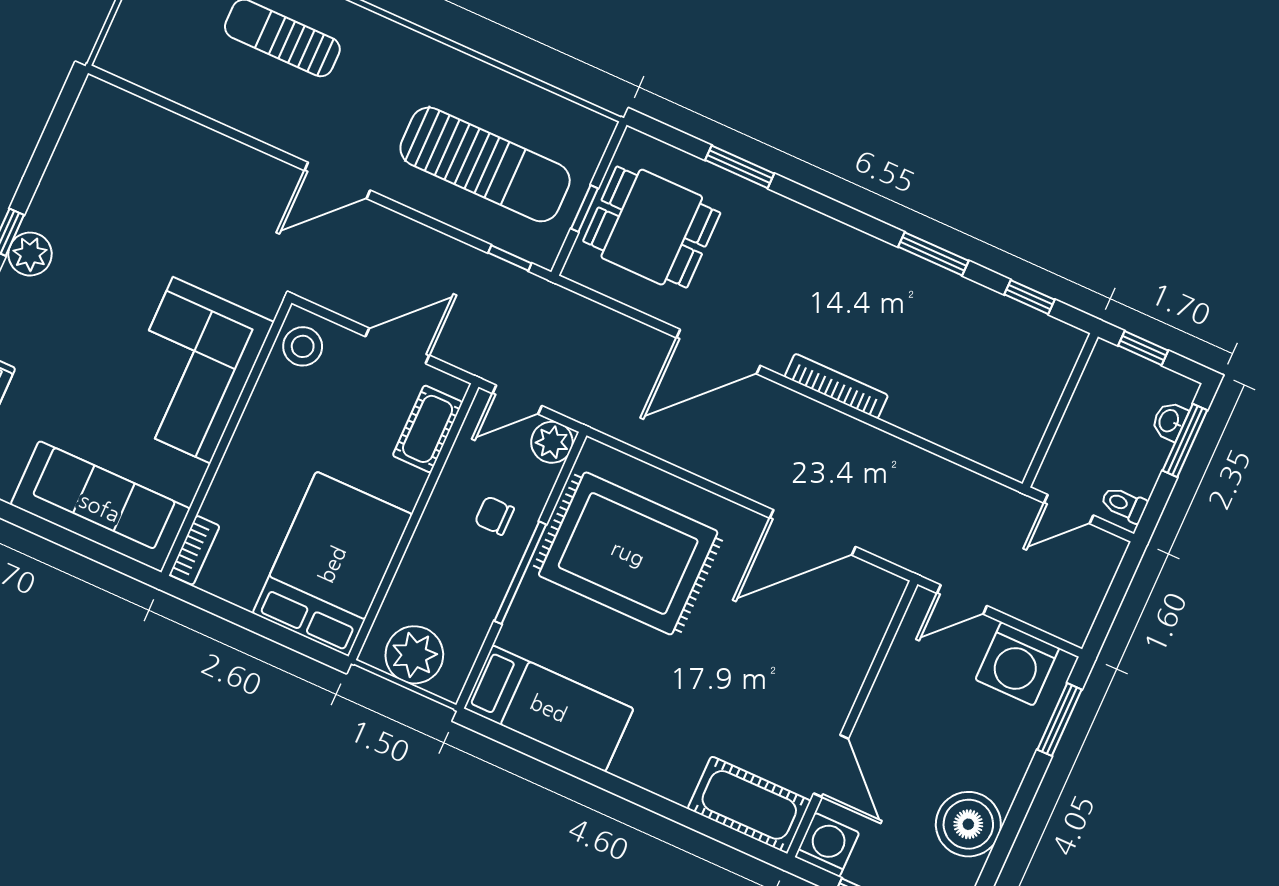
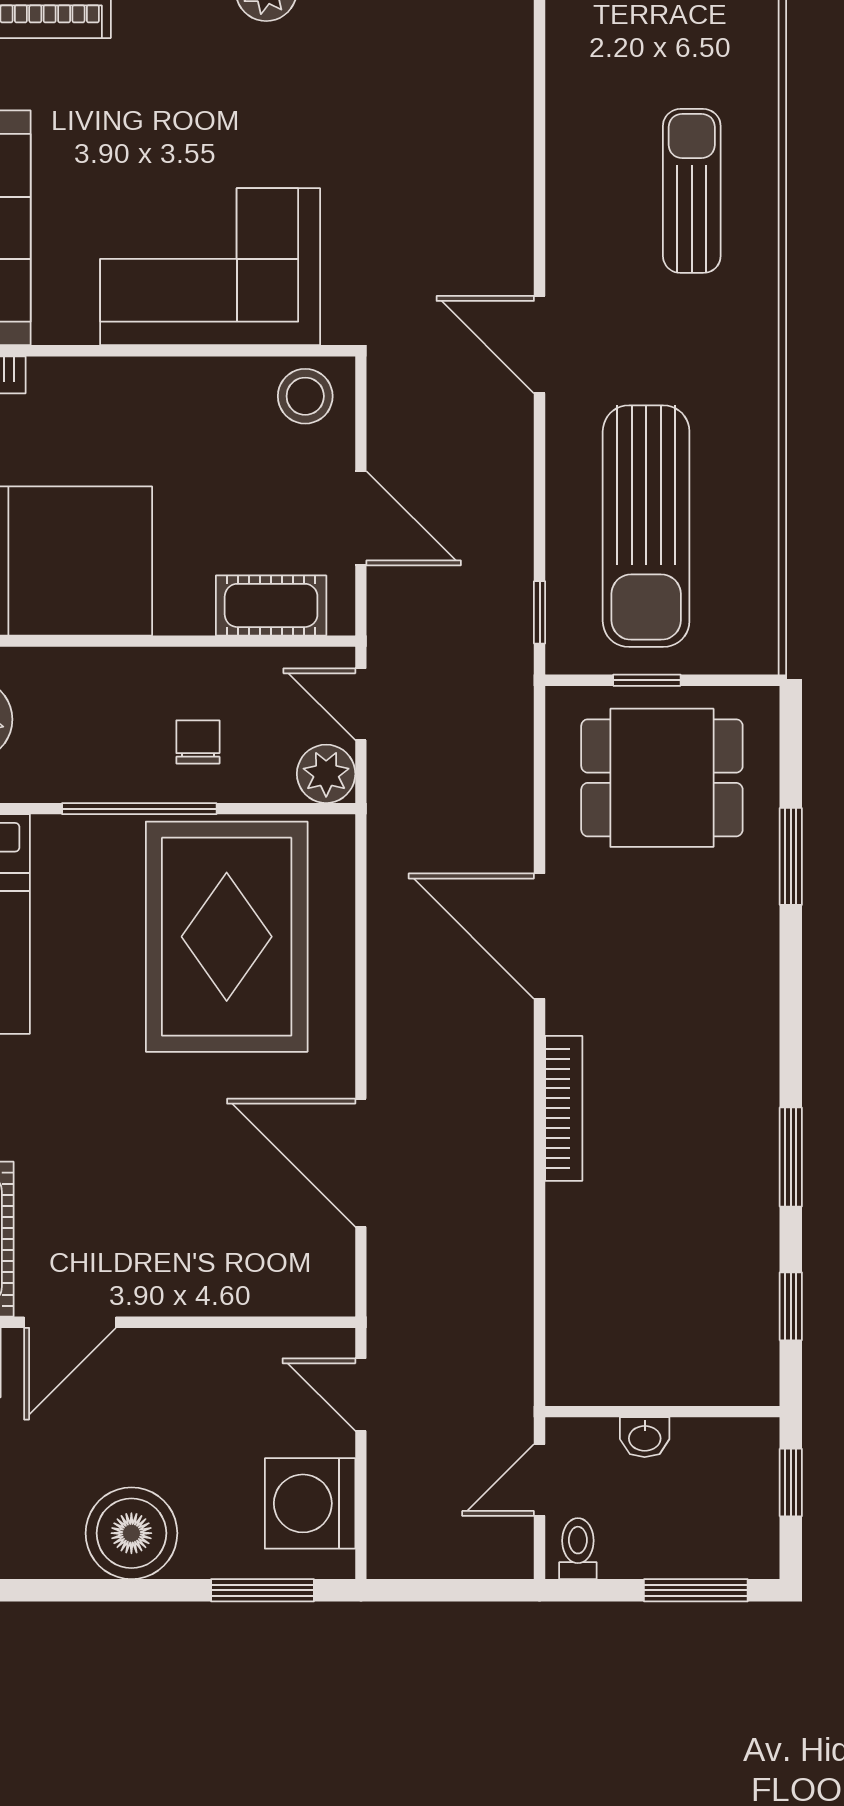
dining table: (652, 227) -> (662, 778), turned 90
washbasin: (1170, 421) -> (645, 1437), moved, turned 180
door: (1069, 509) -> (540, 1480), hinge flipped
boiler: (968, 824) -> (131, 1533), moved

